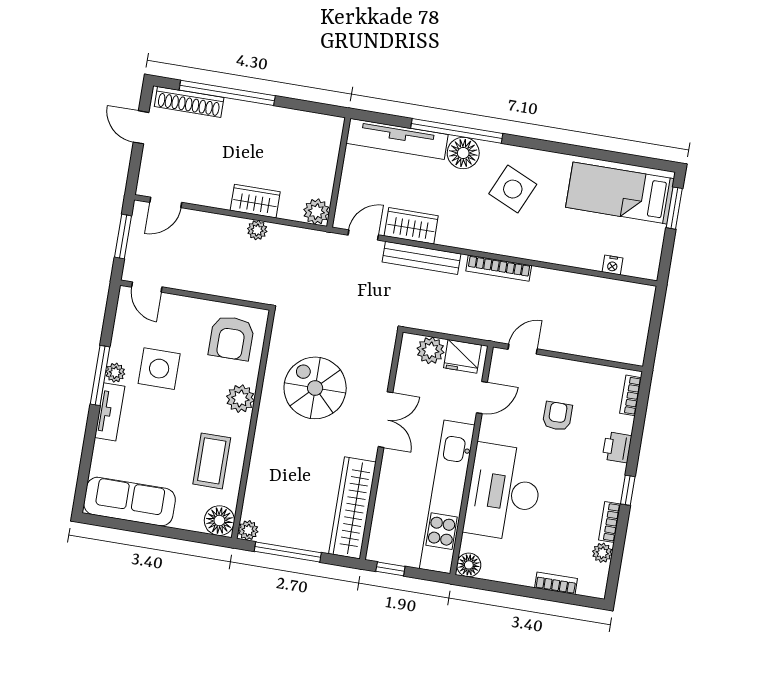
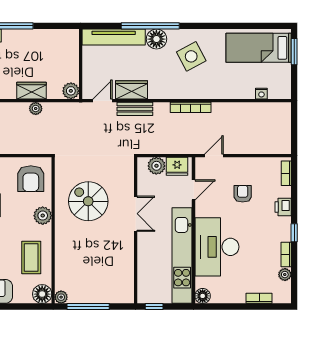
side table: (513, 189) -> (191, 56), turned 38
bench: (421, 258) -> (135, 109), width x0.73
wardrobe: (352, 508) -> (124, 272), removed

